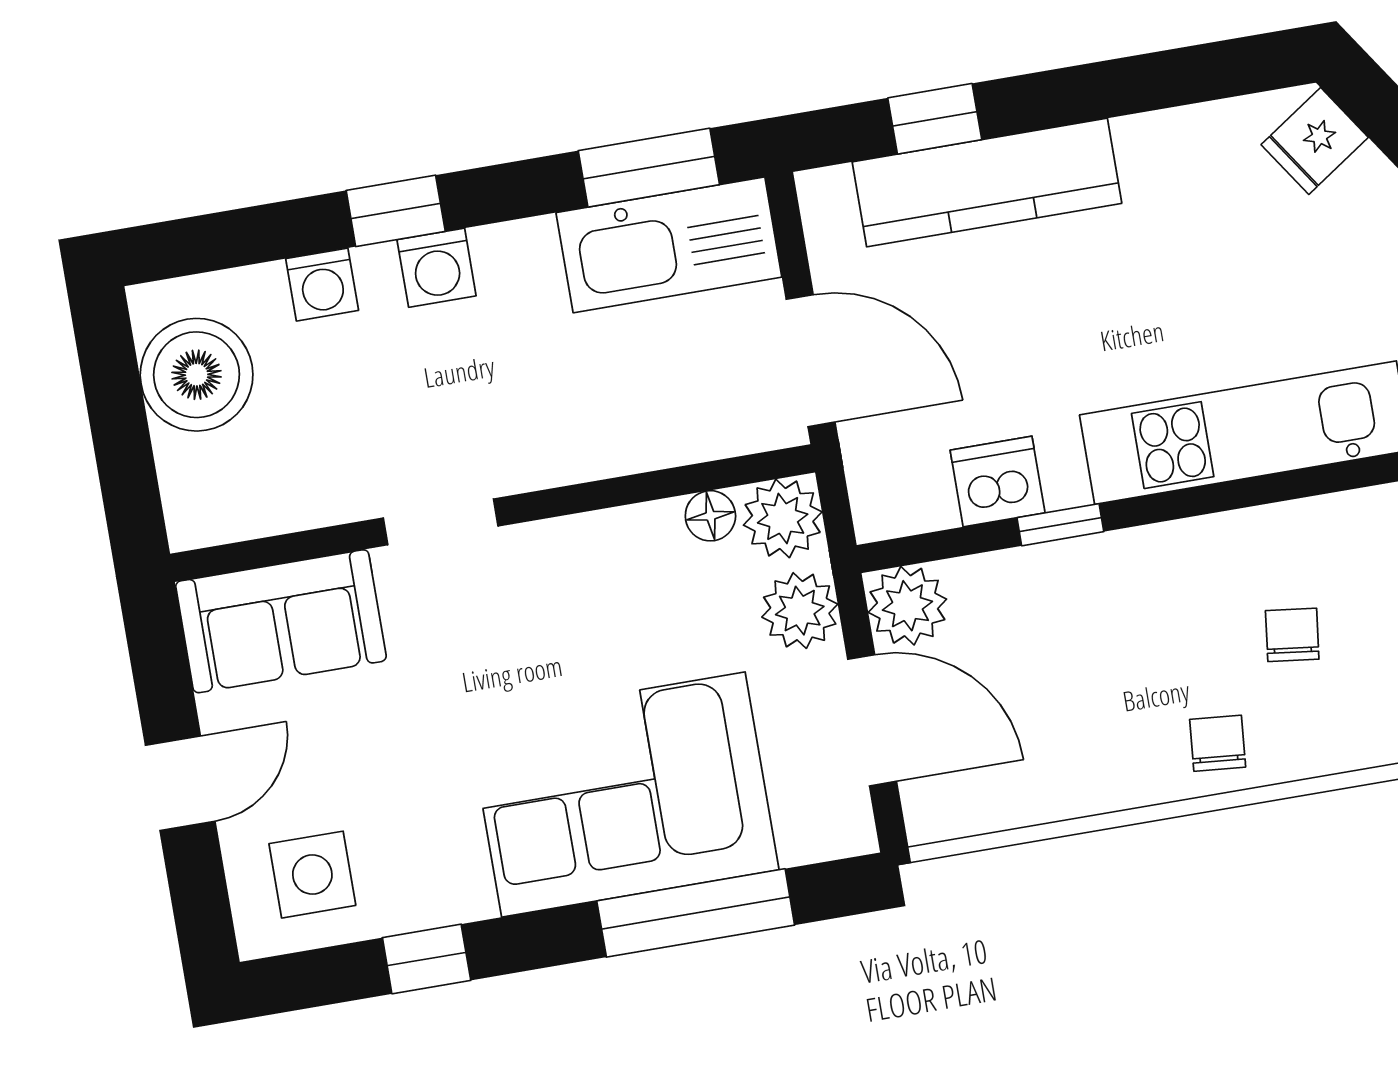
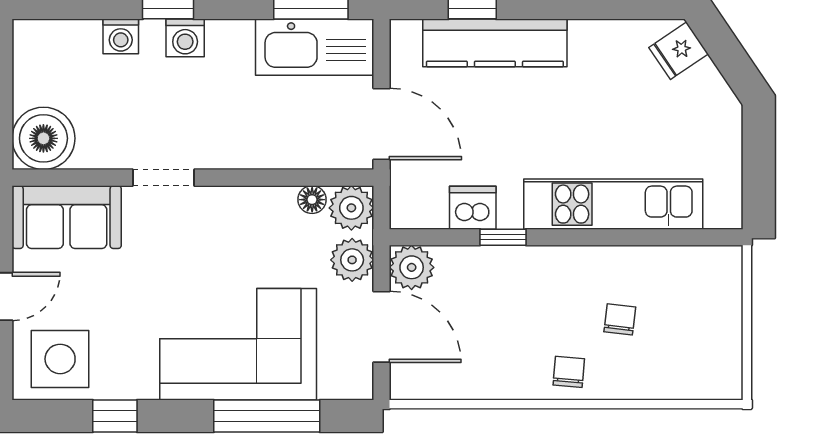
boiler: (197, 375) -> (43, 138), moved
side table: (312, 875) -> (60, 359), width x1.37, depth x1.37

